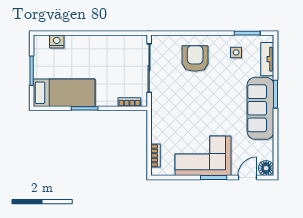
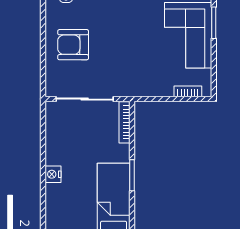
nightstand: (57, 41) -> (53, 174), moved
bookcase: (129, 102) -> (125, 122), width x1.56

